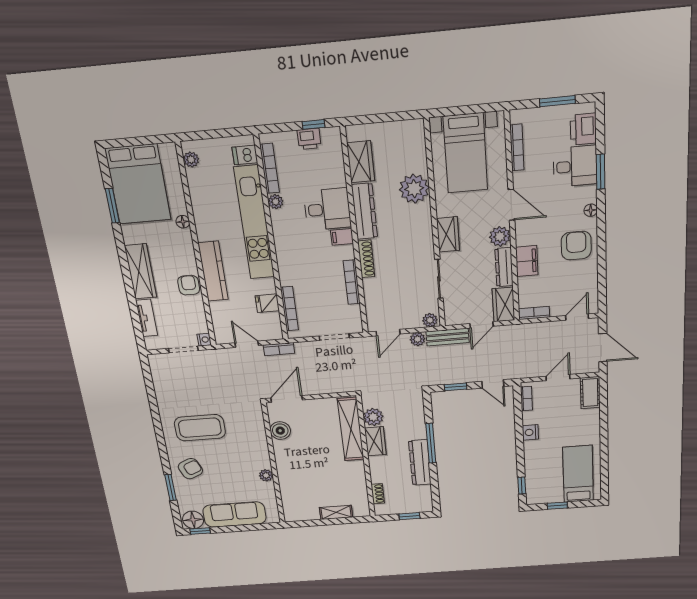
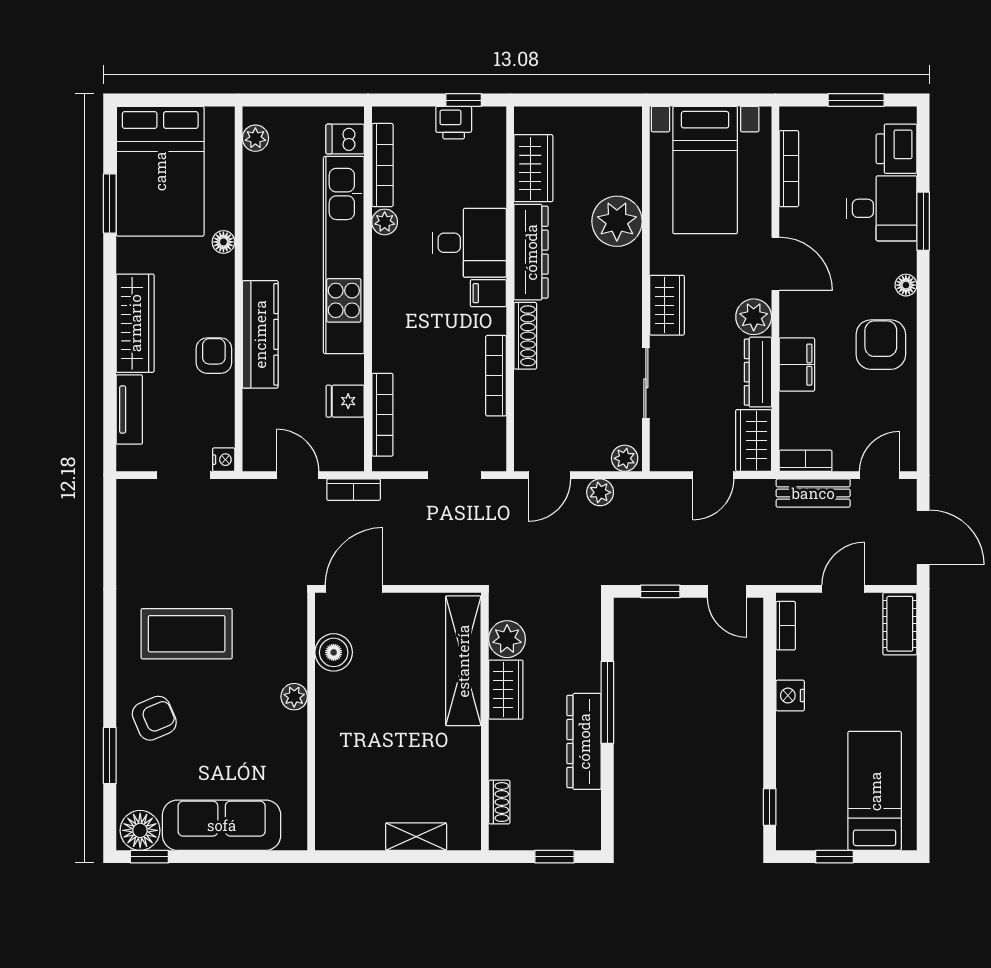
bench: (448, 337) -> (813, 493), moved
plant: (266, 475) -> (294, 697), moved

